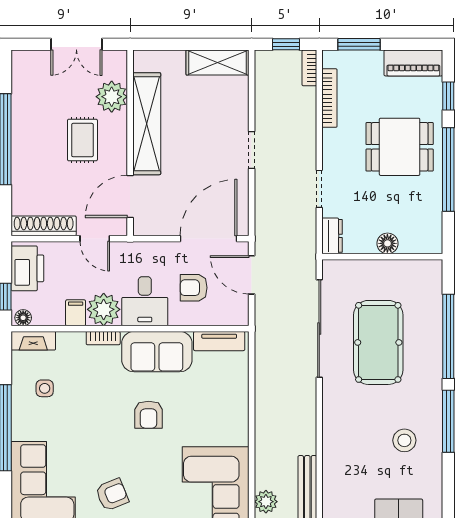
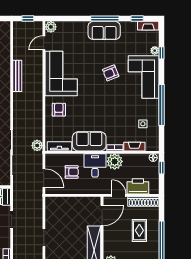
rug: (82, 140) -> (139, 230), moved
door: (208, 239) -> (65, 195), removed
printer: (27, 268) -> (138, 186), moved, turned 90
filing cabinet: (76, 313) -> (128, 160), removed
fireplace: (33, 341) -> (134, 147), moved
armchair: (149, 415) -> (59, 110), moved
plant: (266, 502) -> (37, 145), moved

